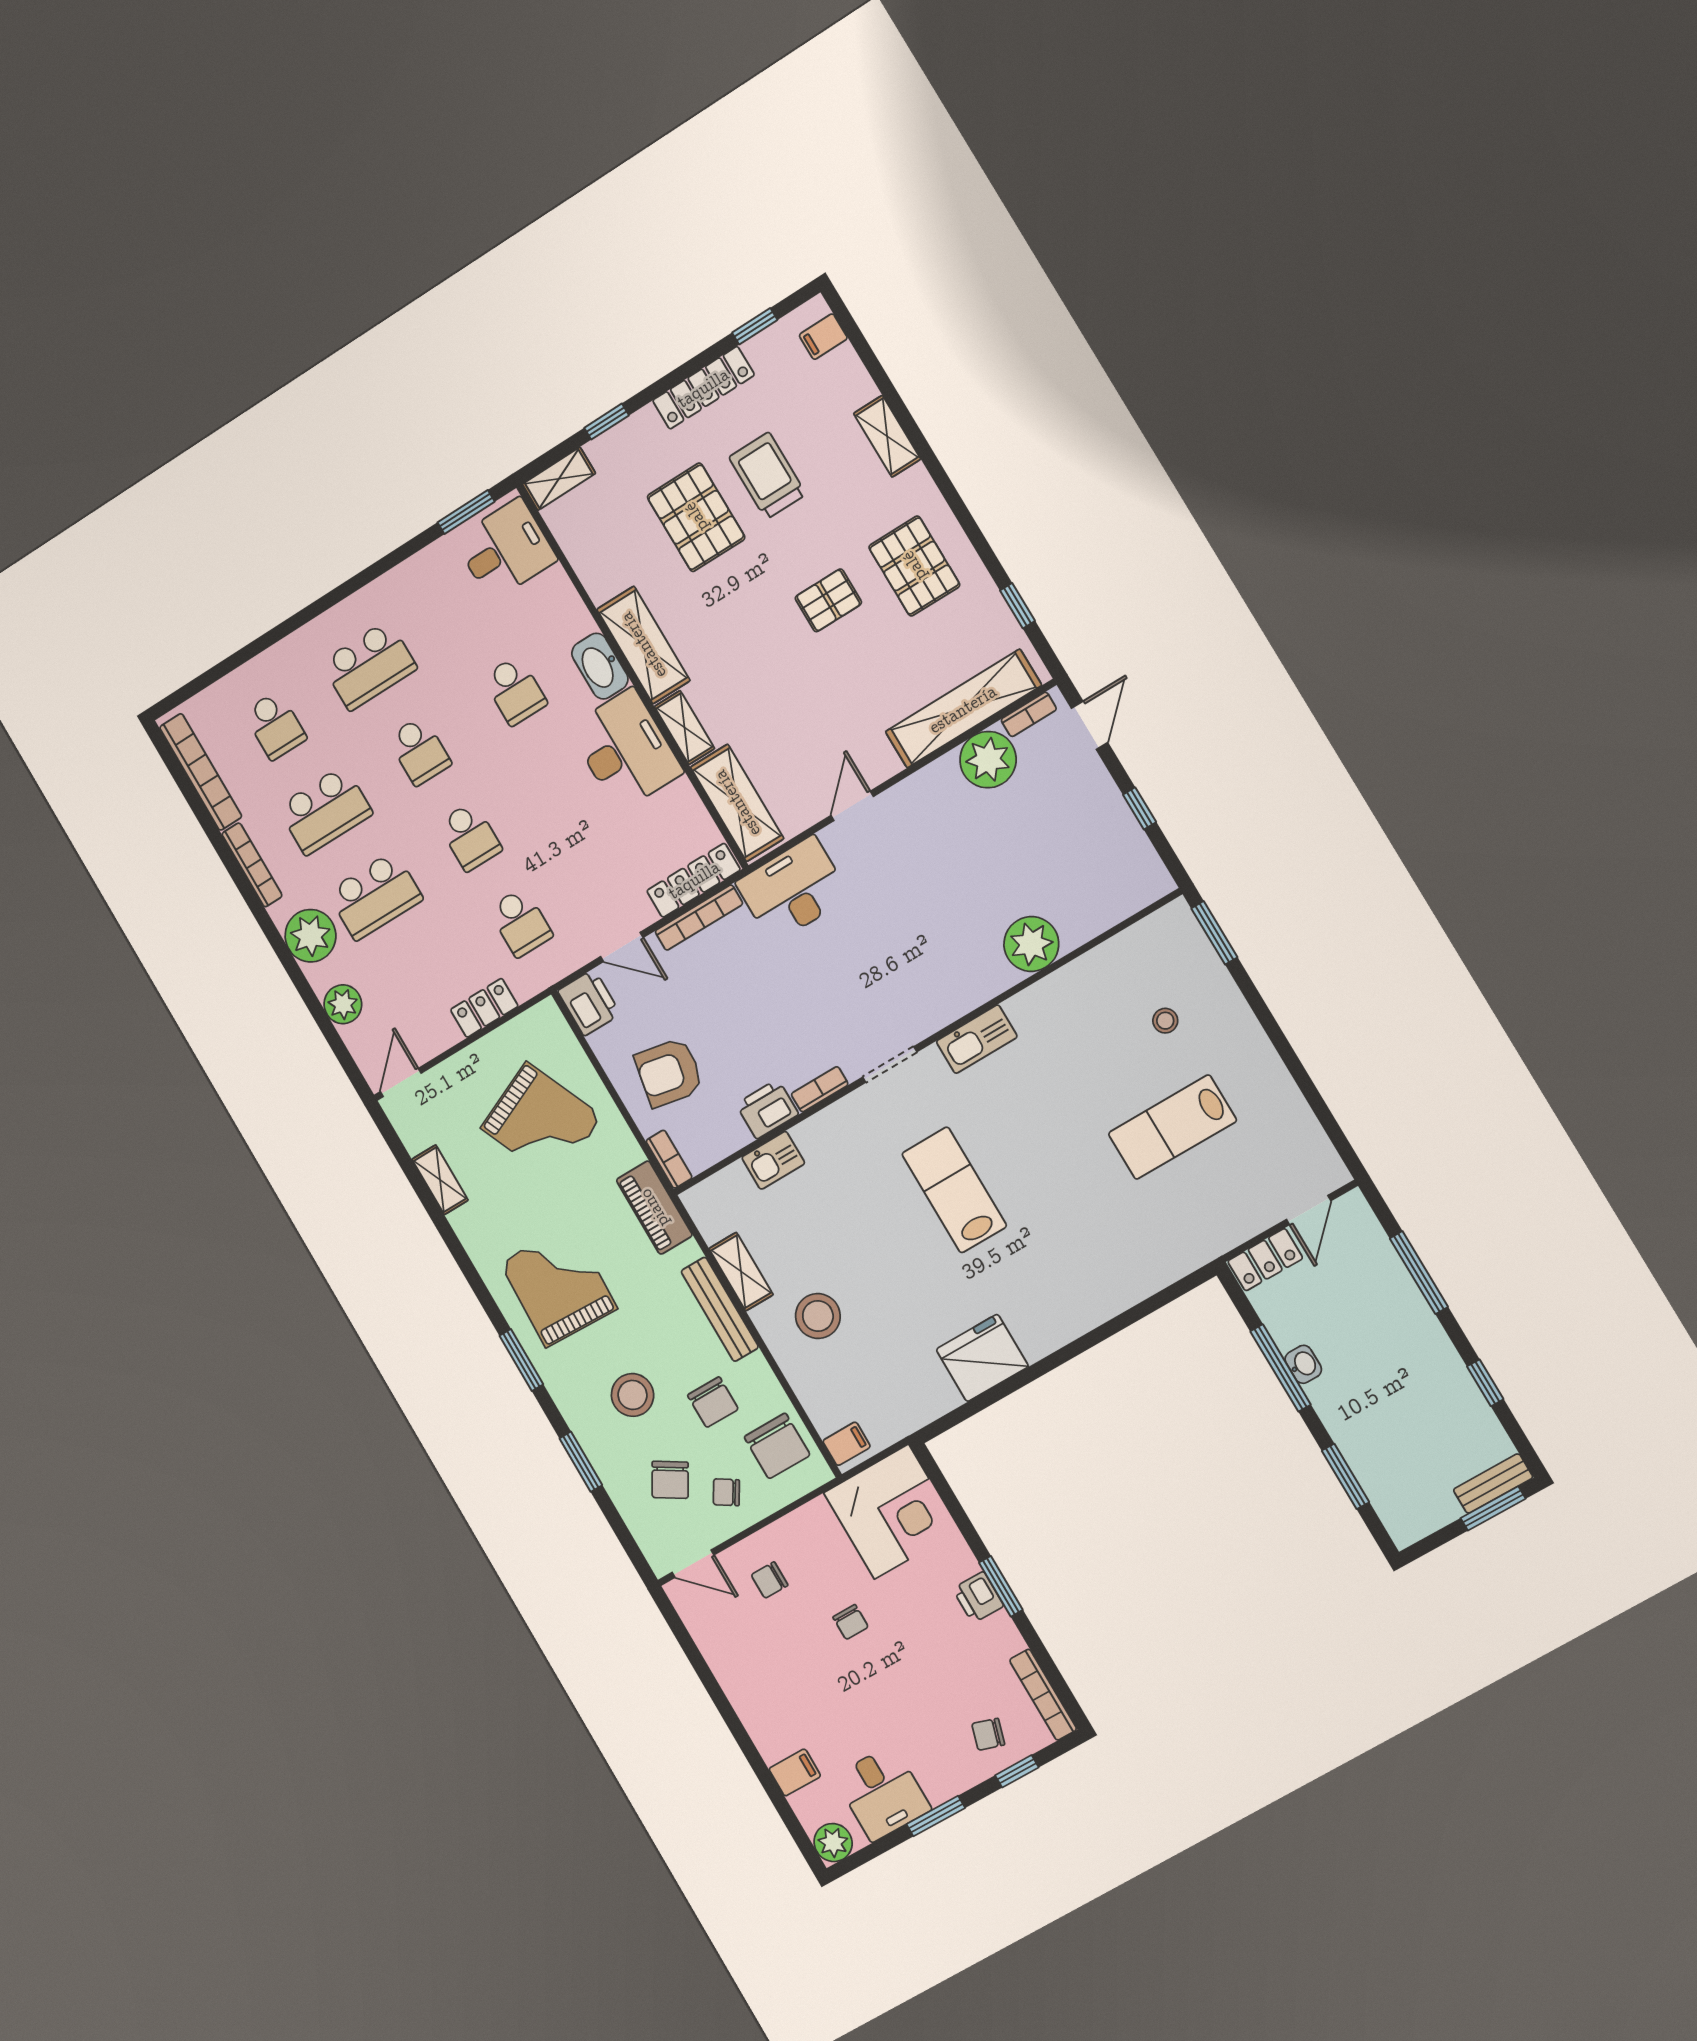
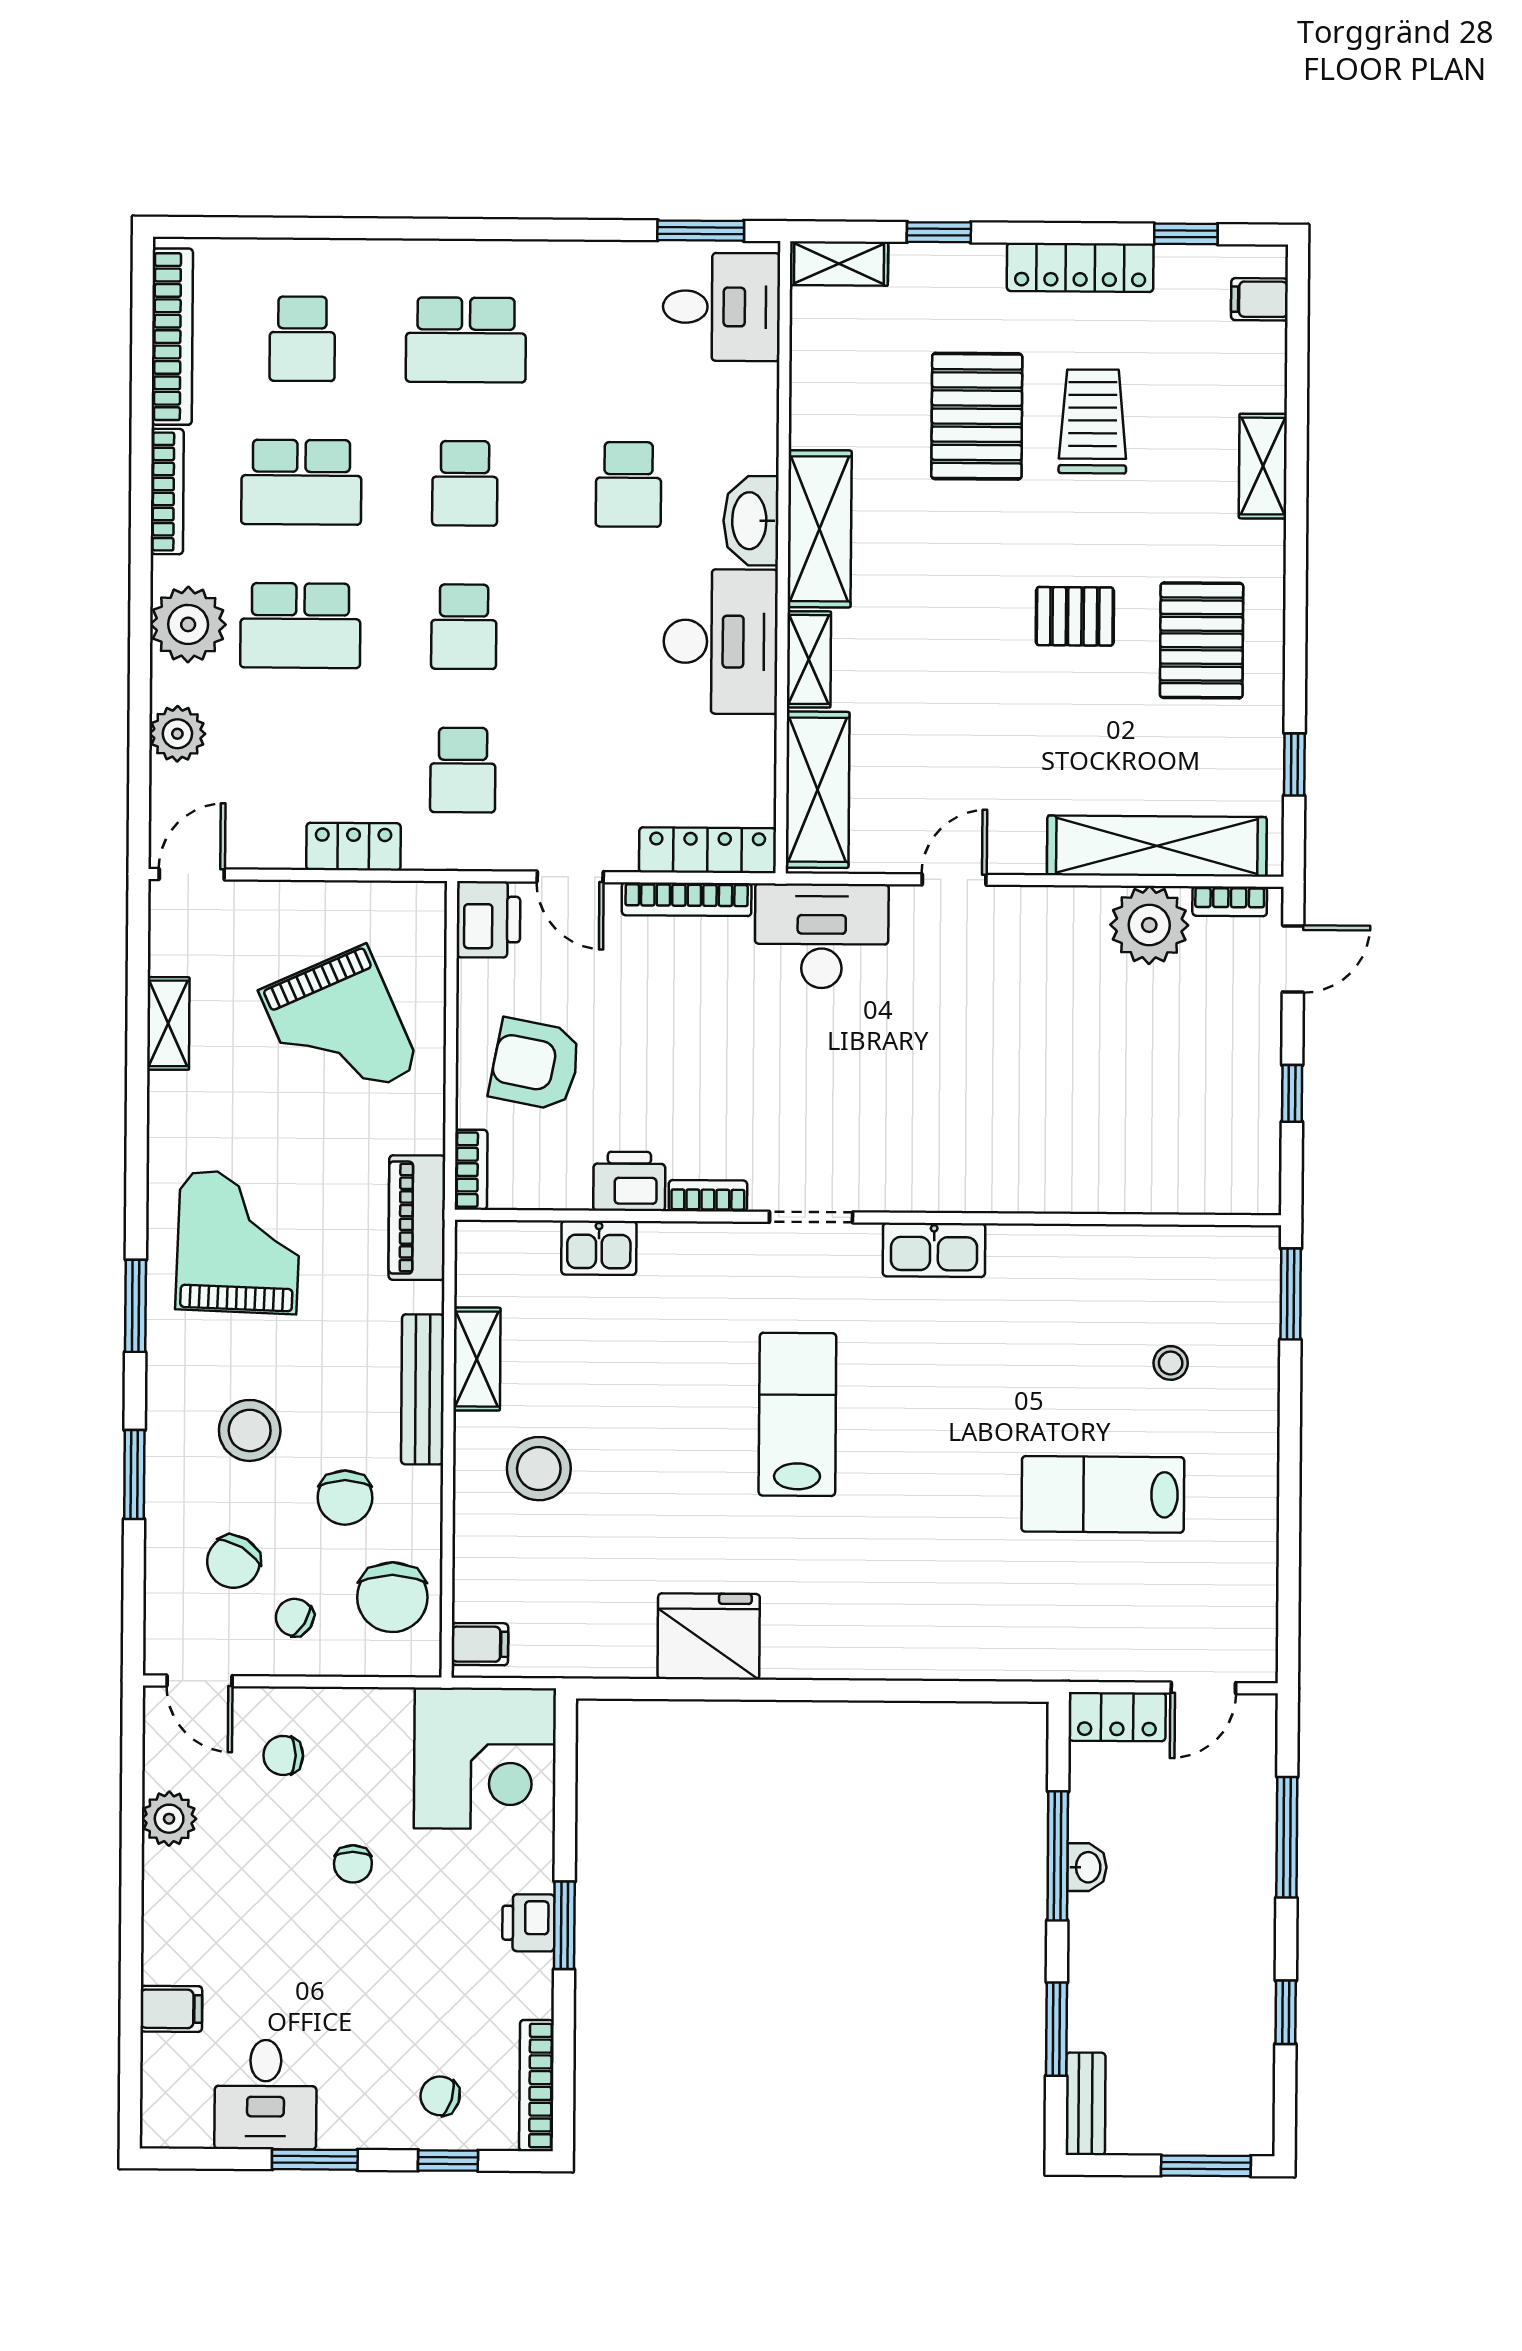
plant: (1031, 944) -> (1068, 1176), removed
bench: (1493, 1484) -> (1086, 2104), moved, turned 90
plant: (833, 1843) -> (169, 1819), moved

